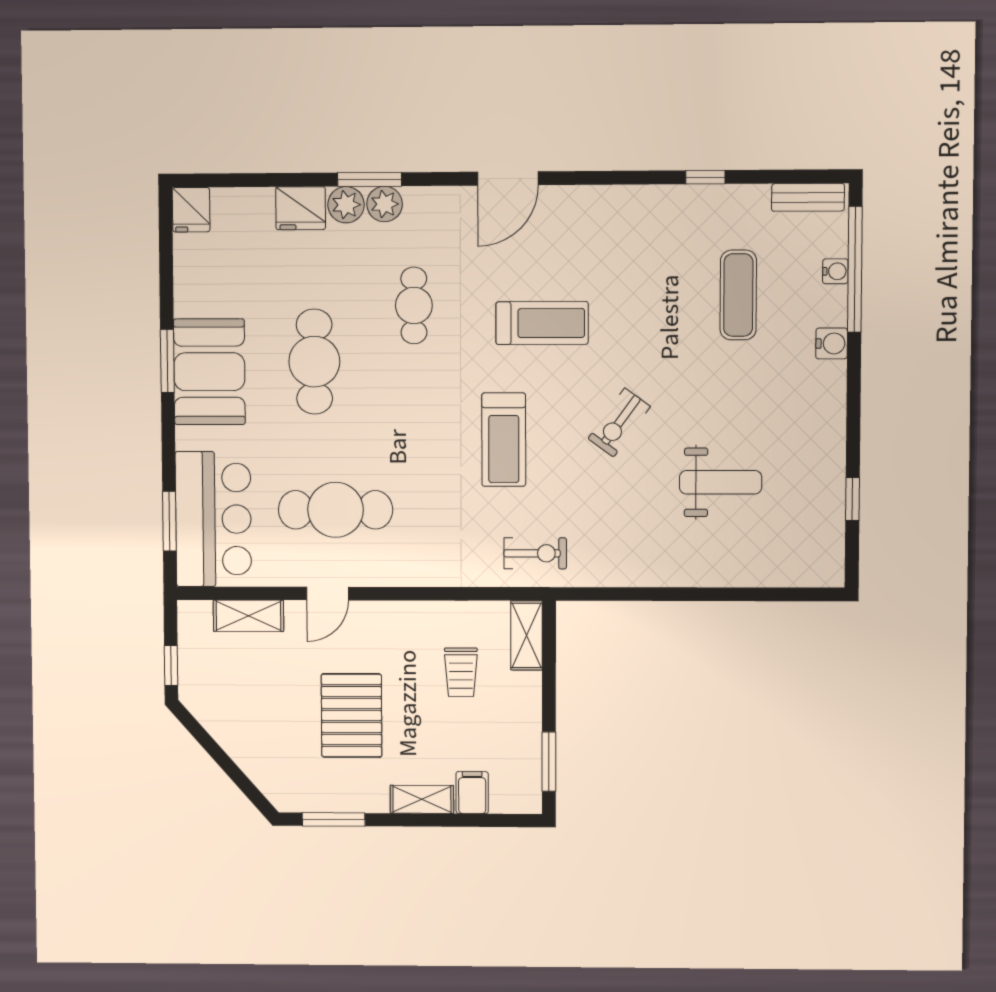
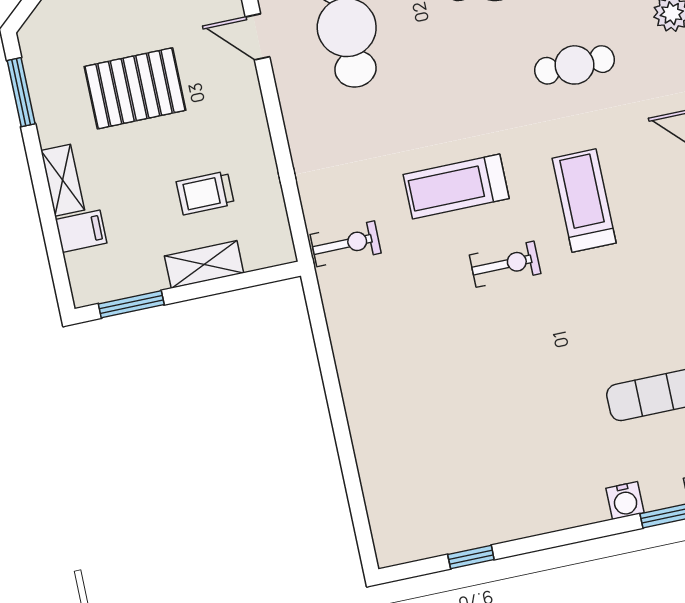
treadmill: (542, 323) -> (584, 201), turned 180
exercise bike: (619, 423) -> (505, 264), moved, turned 144
weight bench: (721, 482) -> (459, 419), removed
exercise bike: (535, 553) -> (346, 244), turned -90
shelving: (527, 635) -> (204, 264), moved

